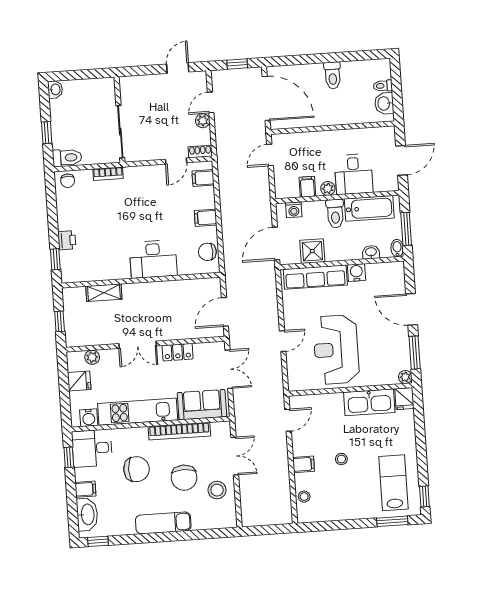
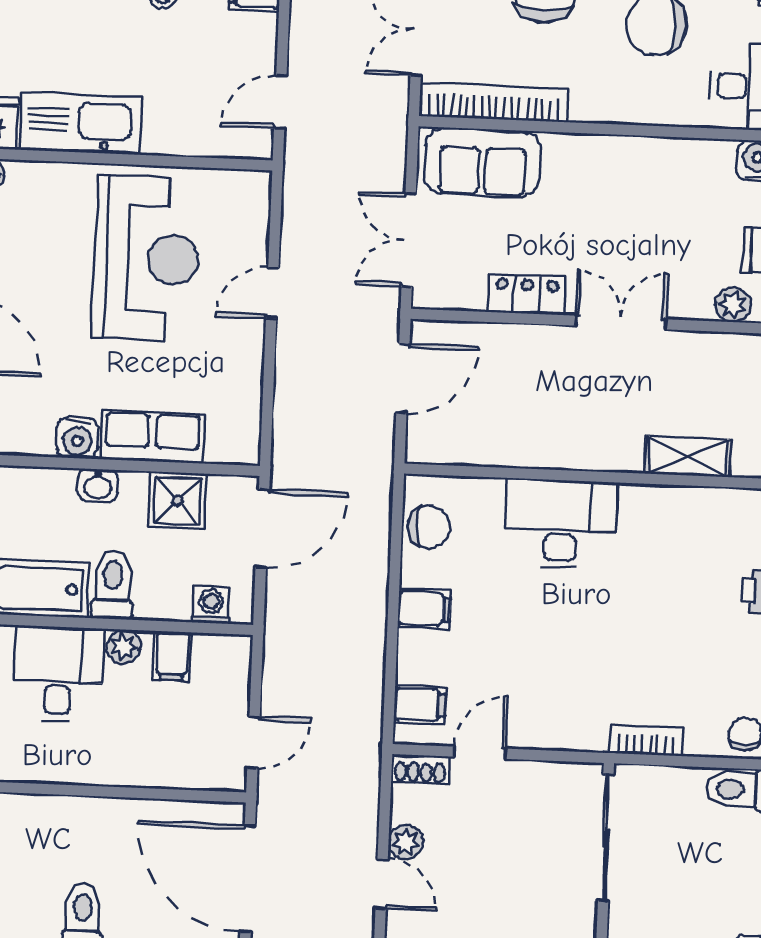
door: (211, 102) -> (382, 884), hinge flipped
washbasin: (371, 252) -> (98, 485), moved
row of seats: (315, 277) -> (153, 437), width x0.68
kitchen unit: (138, 412) -> (638, 162), removed
bookcase: (179, 431) -> (494, 102), moved

